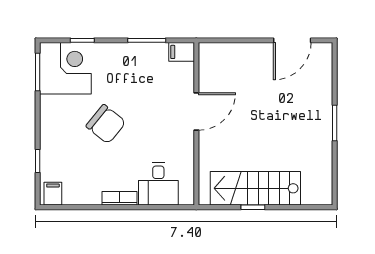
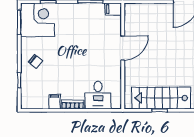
chair: (106, 124) -> (36, 62), moved, width x0.54, depth x0.54
filing cabinet: (53, 194) -> (55, 101), moved

